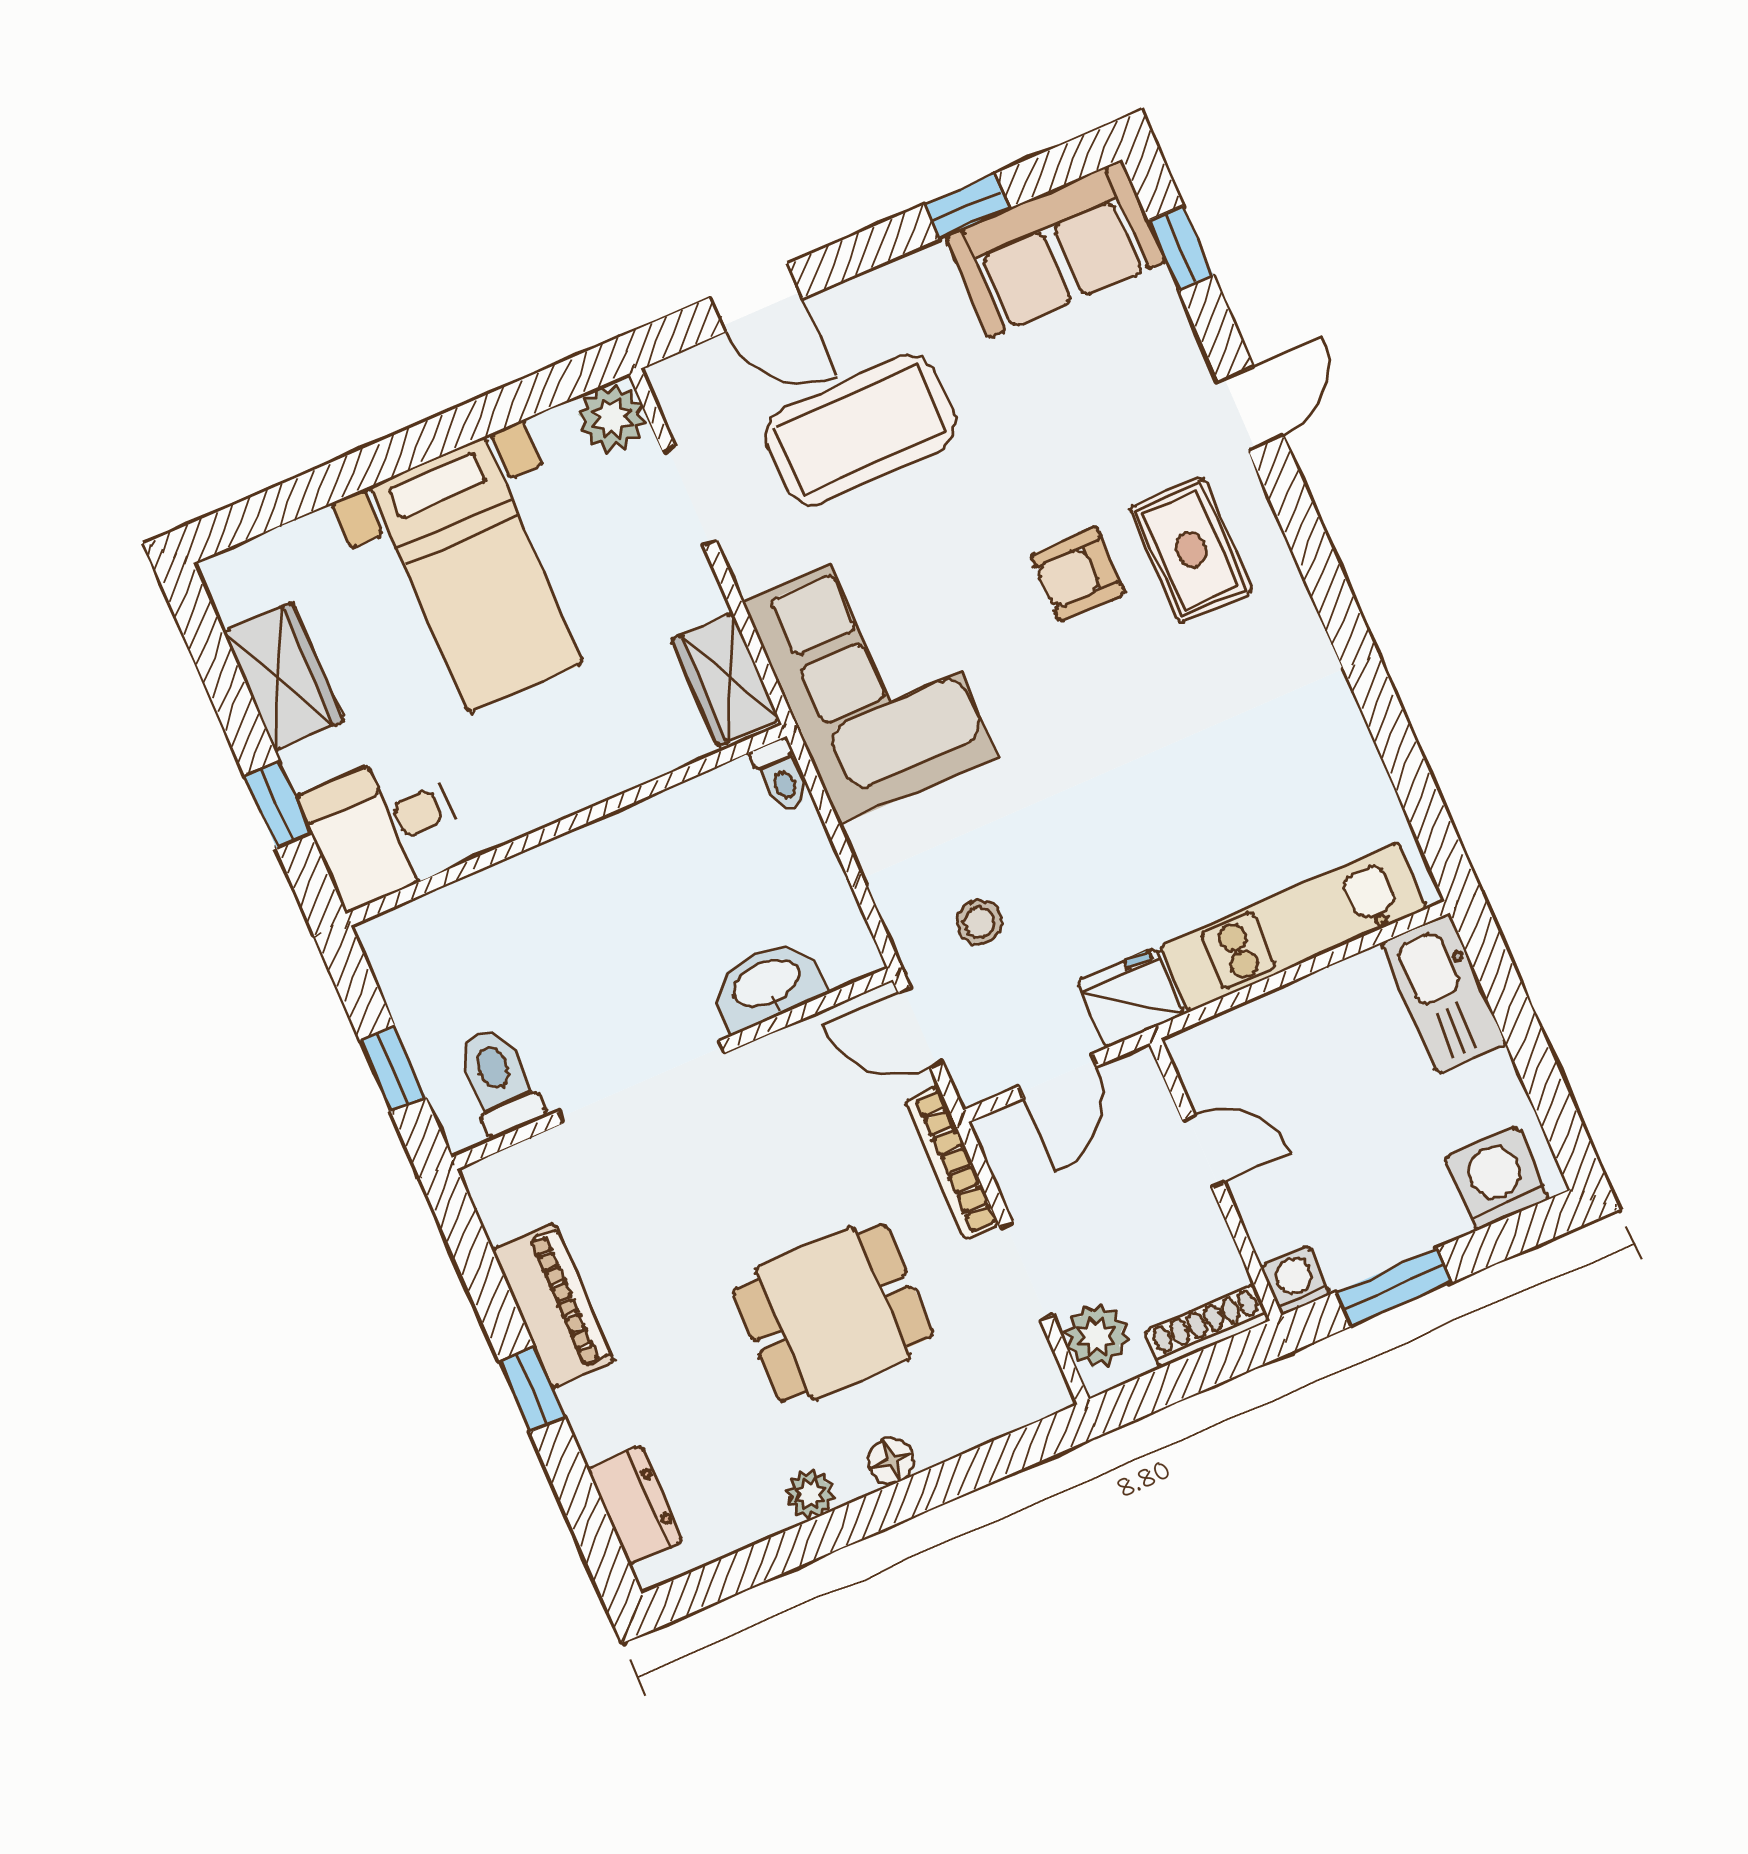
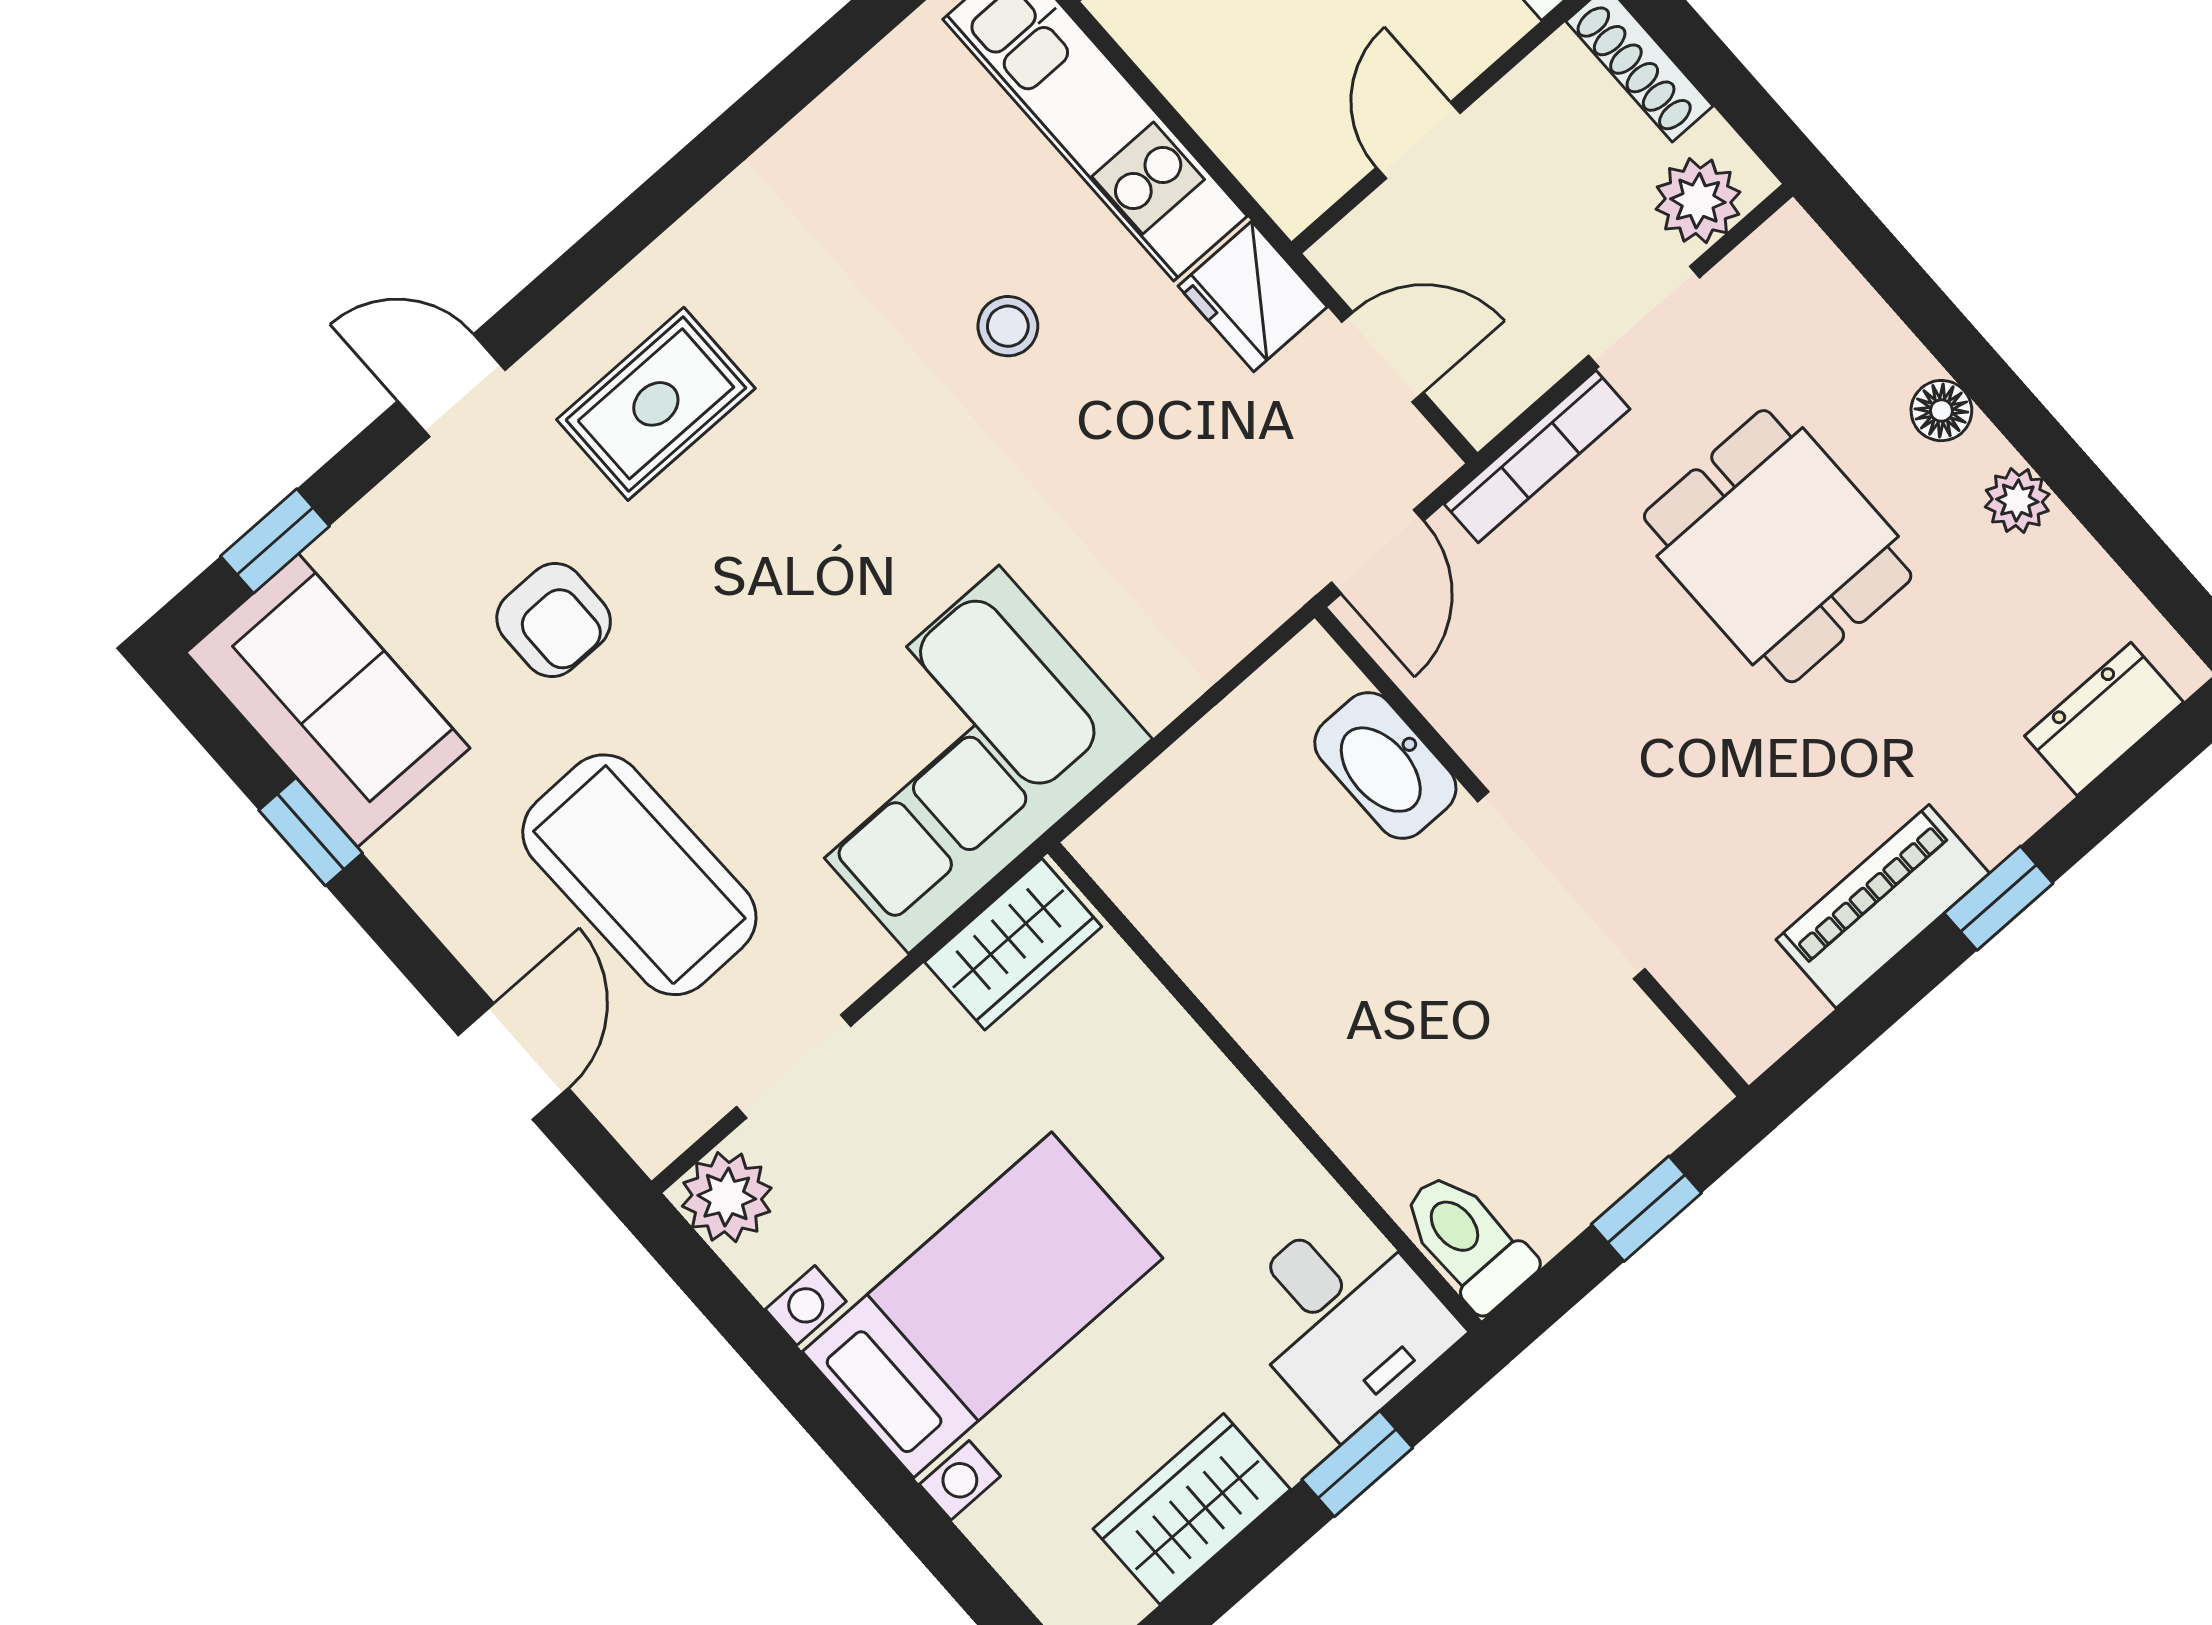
armchair: (1078, 574) -> (554, 620), moved
toilet: (781, 776) -> (1114, 833), removed
stool: (979, 922) -> (1008, 326), moved
toilet: (499, 1081) -> (1467, 1241), moved, turned 90

